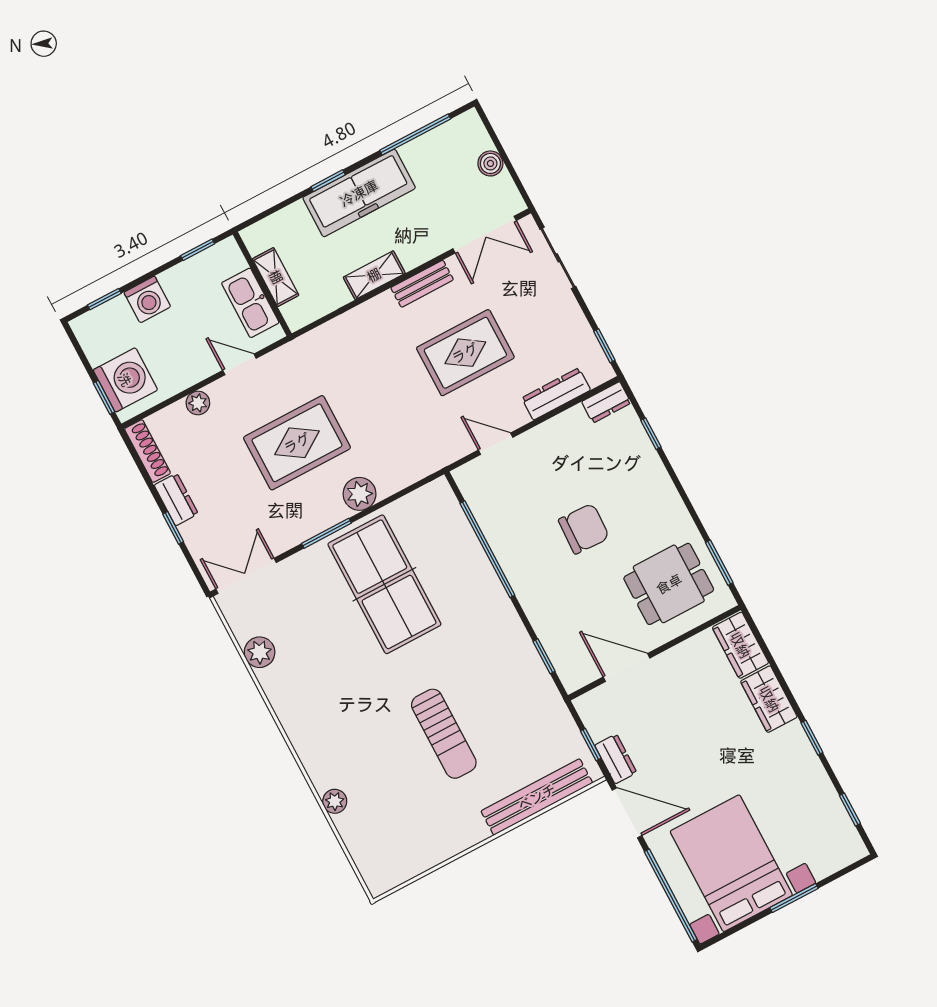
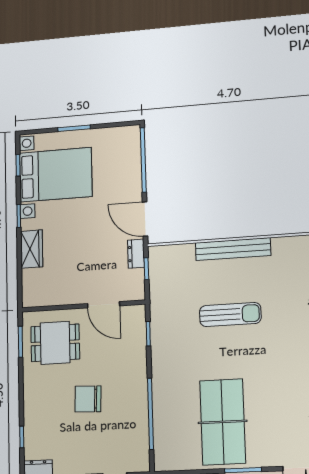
wardrobe: (740, 645) -> (32, 288), removed
sun lounger: (444, 734) -> (230, 315), turned 90
bench: (537, 797) -> (233, 249), moved
bed with nightstands: (731, 863) -> (56, 175), moved, turned -90

